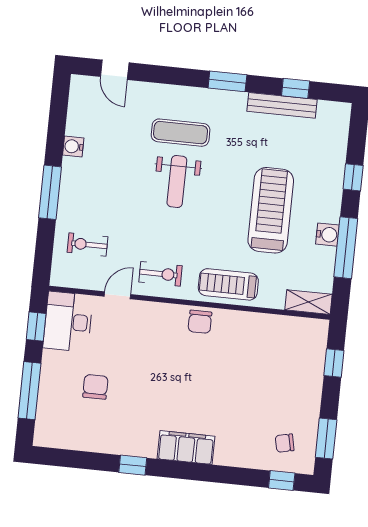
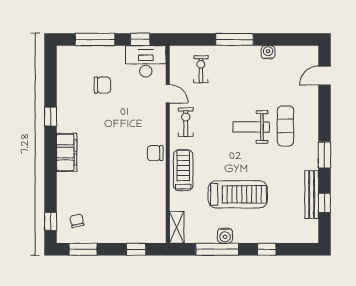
exercise bike: (161, 274) -> (186, 122), turned 180

